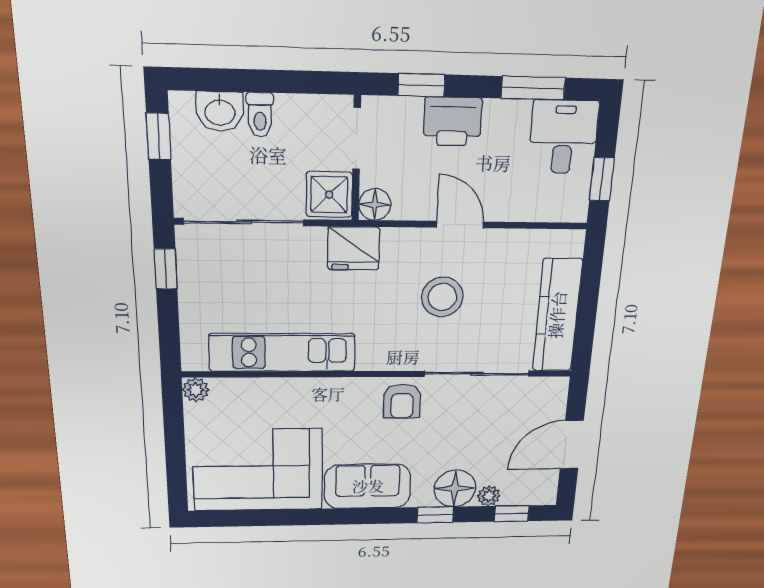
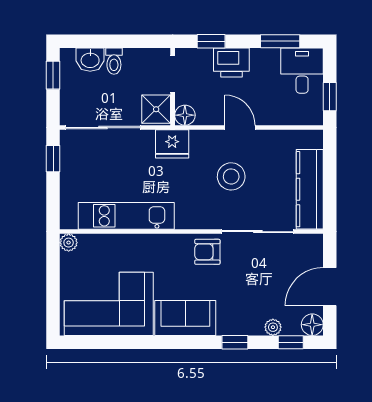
armchair: (402, 401) -> (207, 252), turned 90
floor lamp: (455, 488) -> (312, 325), moved, width x0.73, depth x0.73

